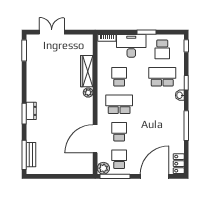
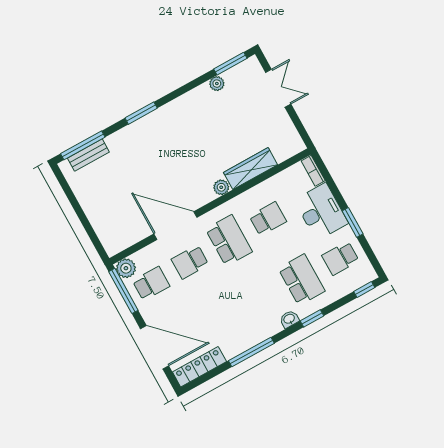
plant: (31, 64) -> (217, 84), added
dresser: (31, 111) -> (151, 121), removed
school desk: (119, 132) -> (190, 262), turned 180
door: (95, 139) -> (175, 226), moved
locker: (179, 164) -> (199, 367), width x1.53

